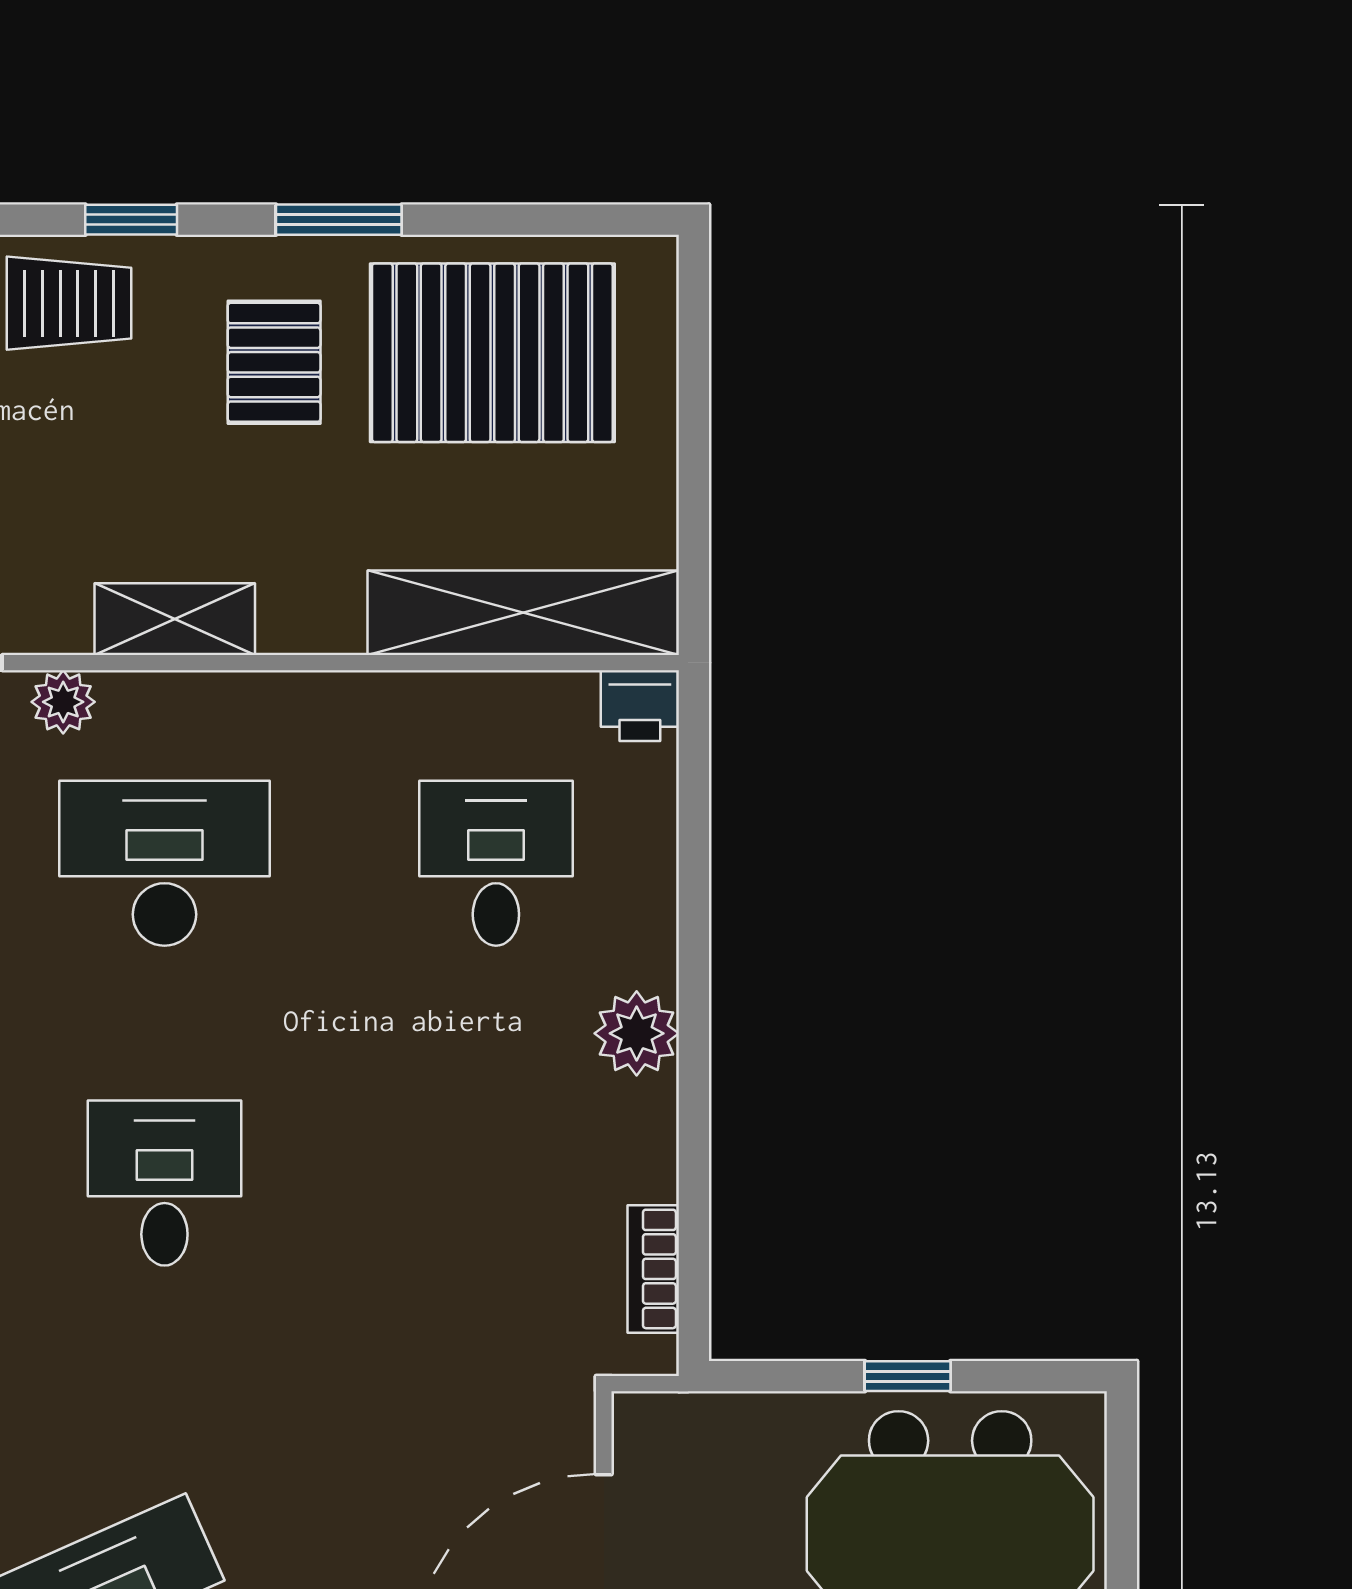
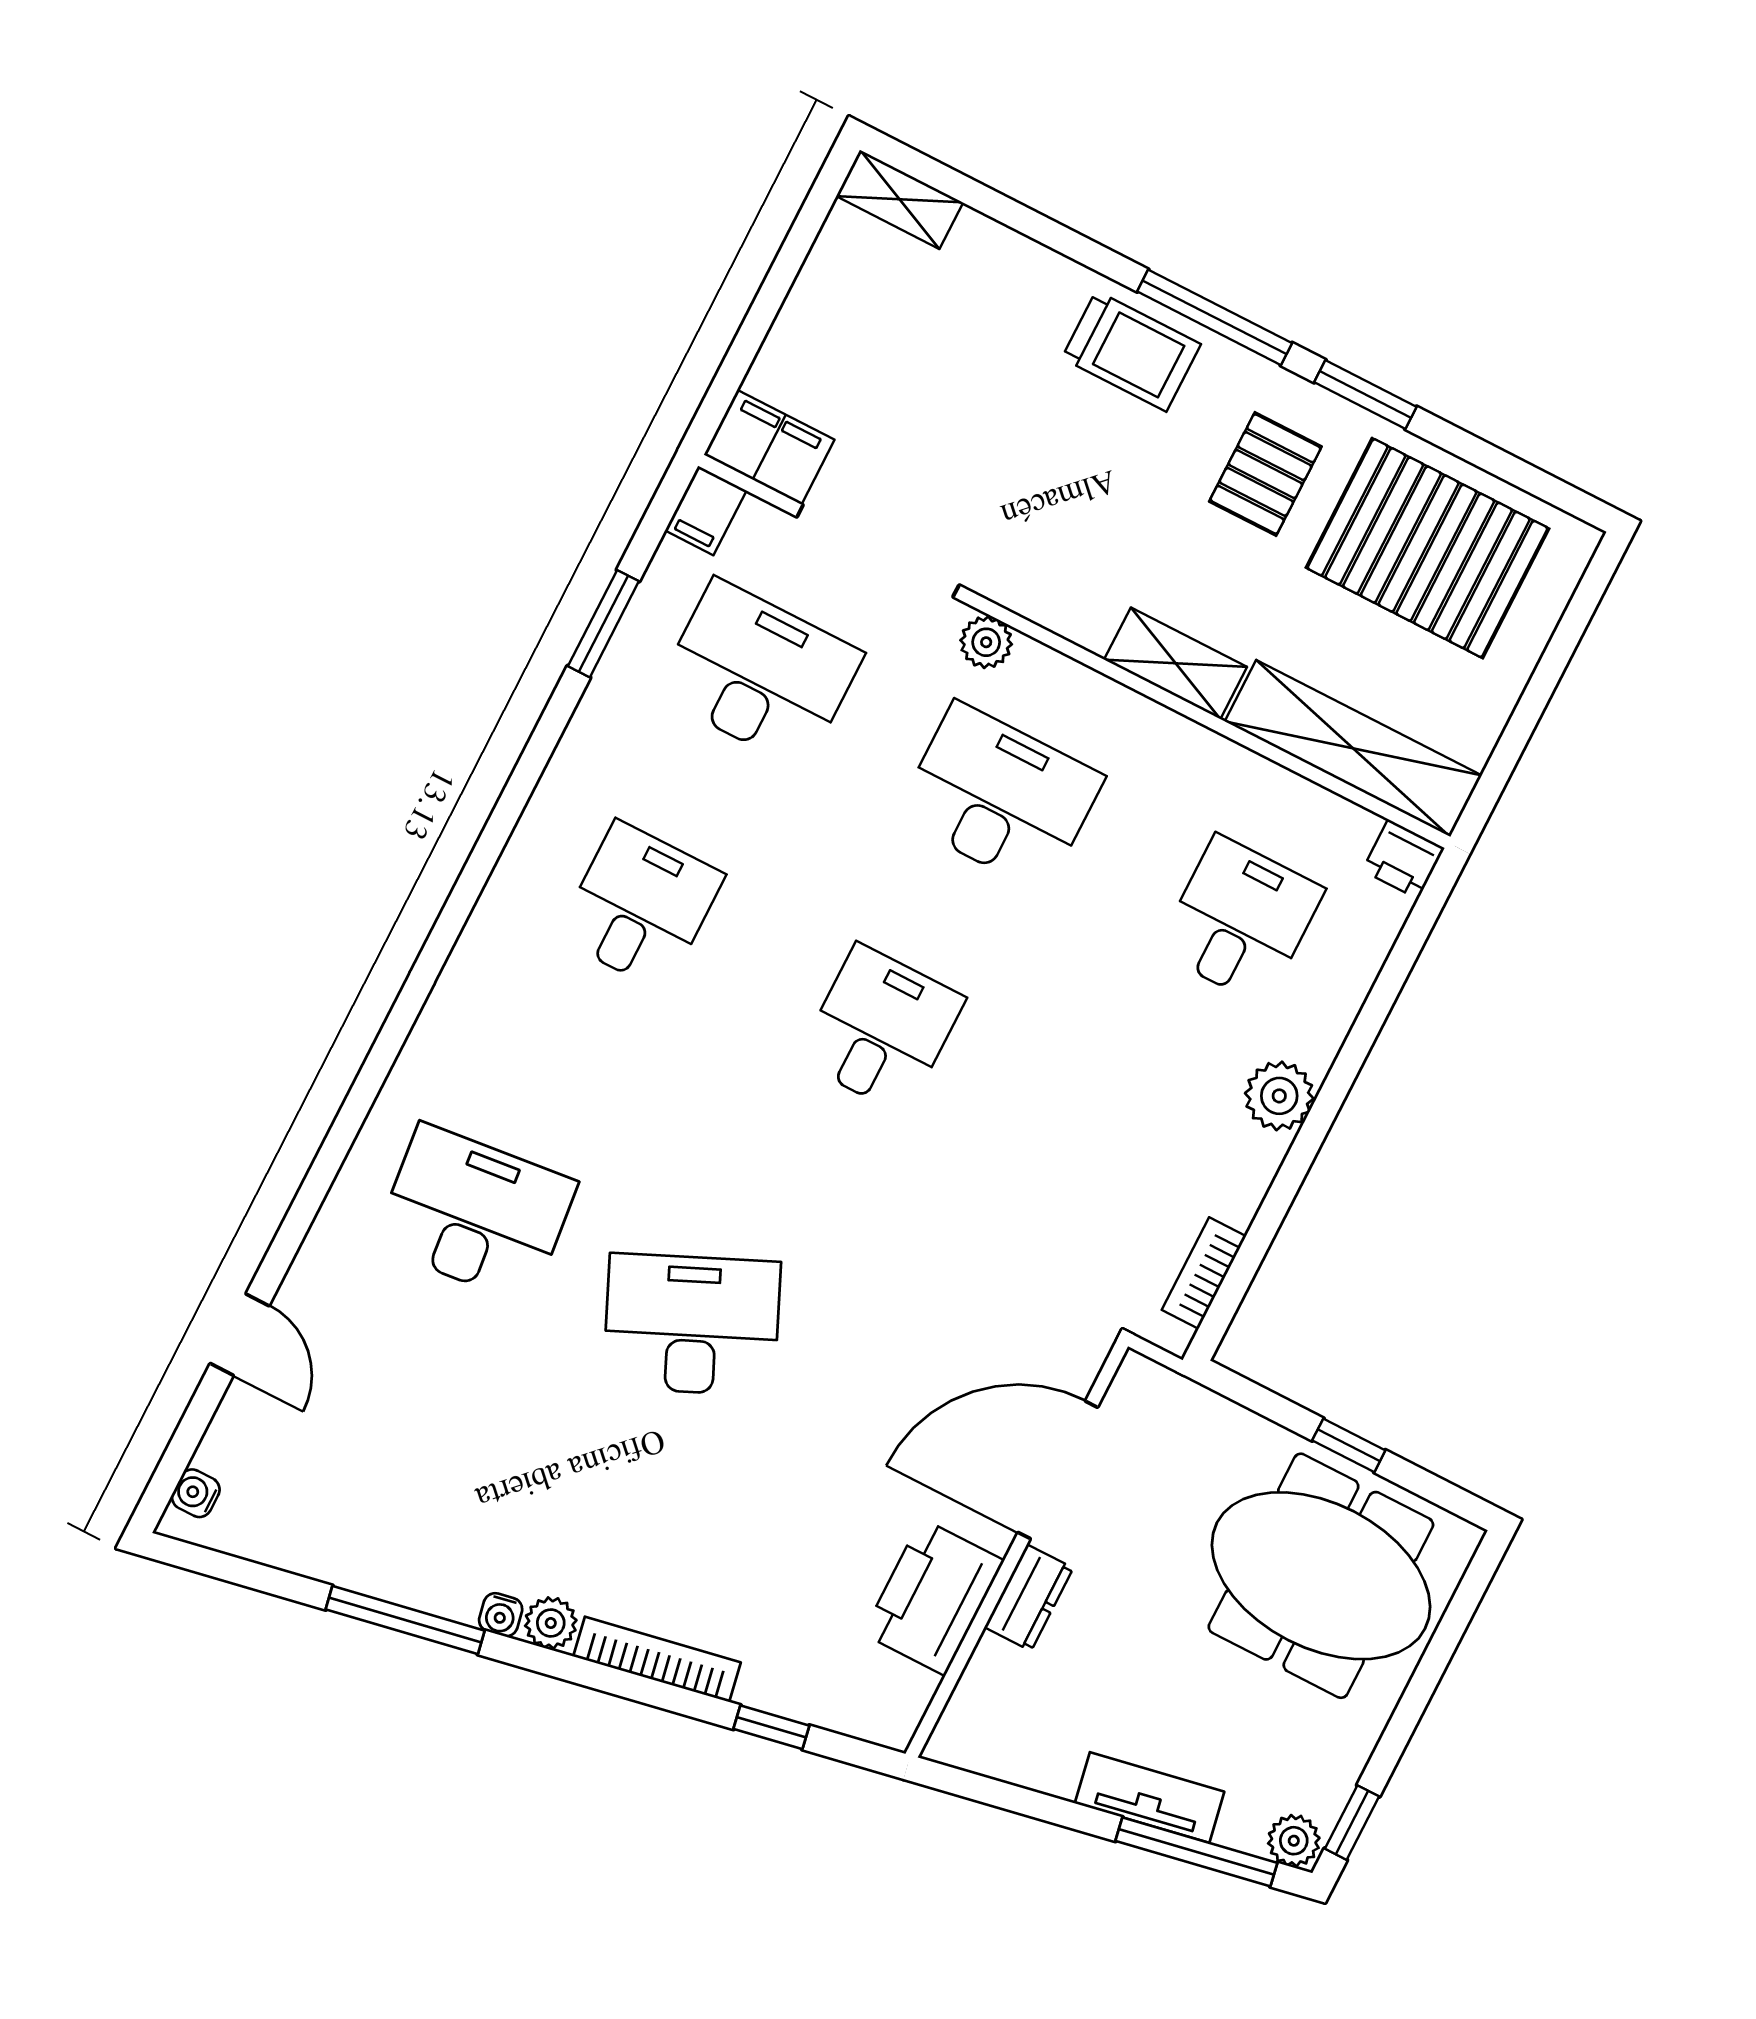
window: (131, 220) -> (1215, 317), width x2.17
shelving: (175, 619) -> (1176, 663), moved

